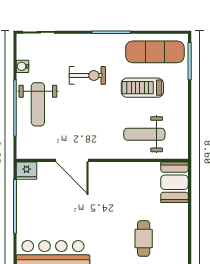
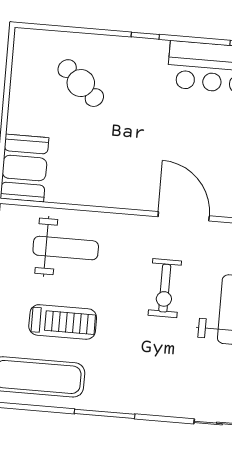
exercise bike: (87, 75) -> (165, 288), moved, turned -90
cafe table: (144, 239) -> (81, 83), turned -48

